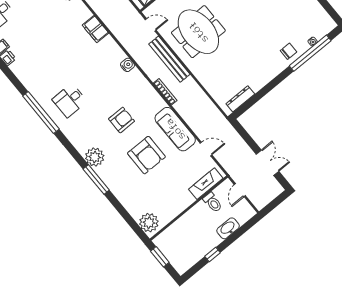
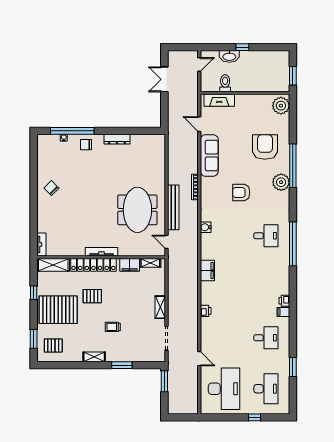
dresser: (240, 99) -> (117, 139), moved
armchair: (146, 155) -> (265, 147), moved
window: (96, 180) -> (293, 166), width x1.46
door: (240, 190) -> (199, 65), moved
window: (212, 255) -> (242, 47), moved

